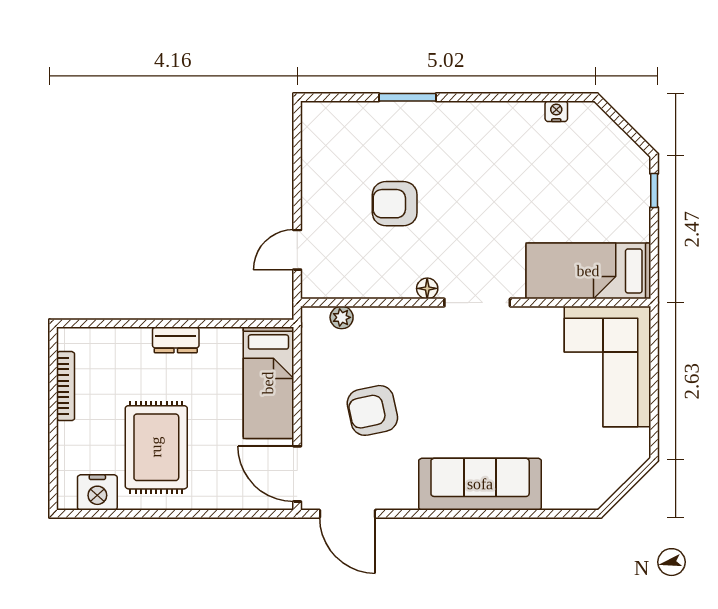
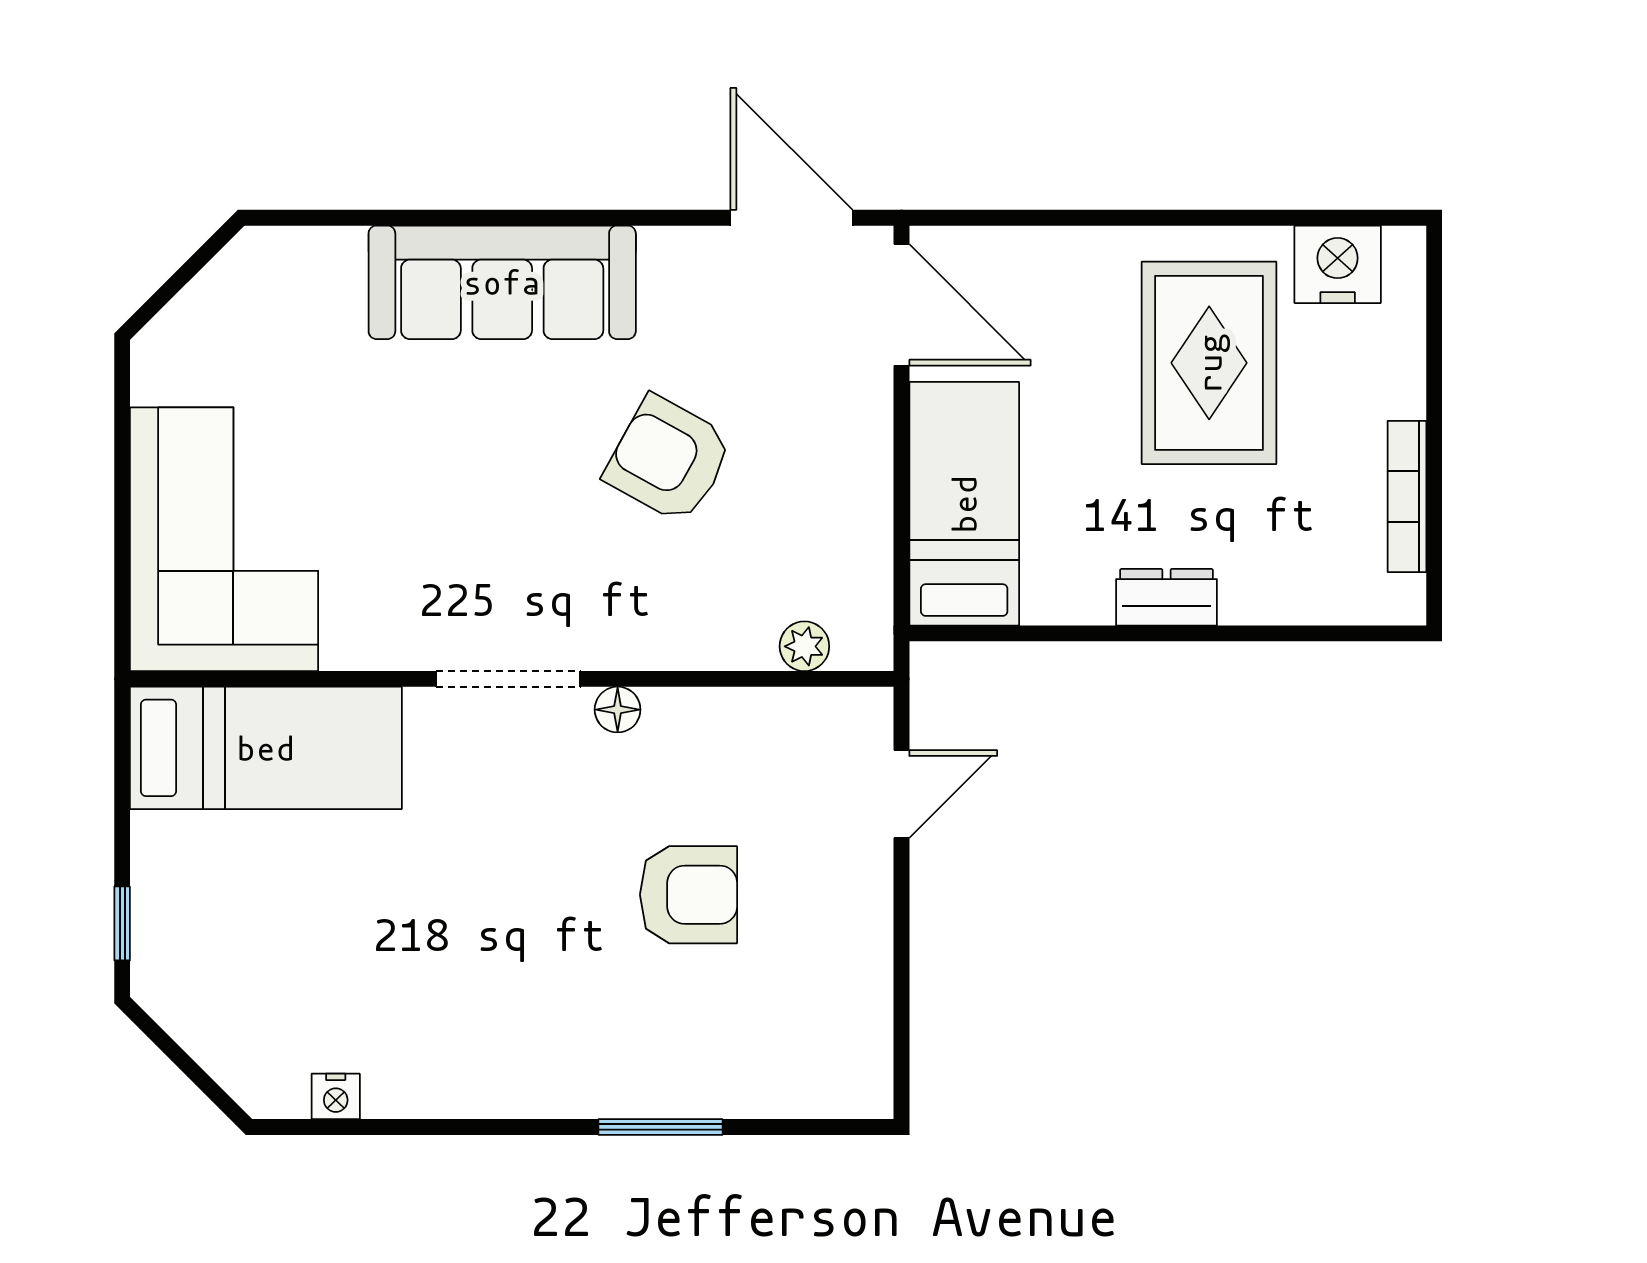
armchair: (372, 410) -> (669, 459), moved, turned -139

